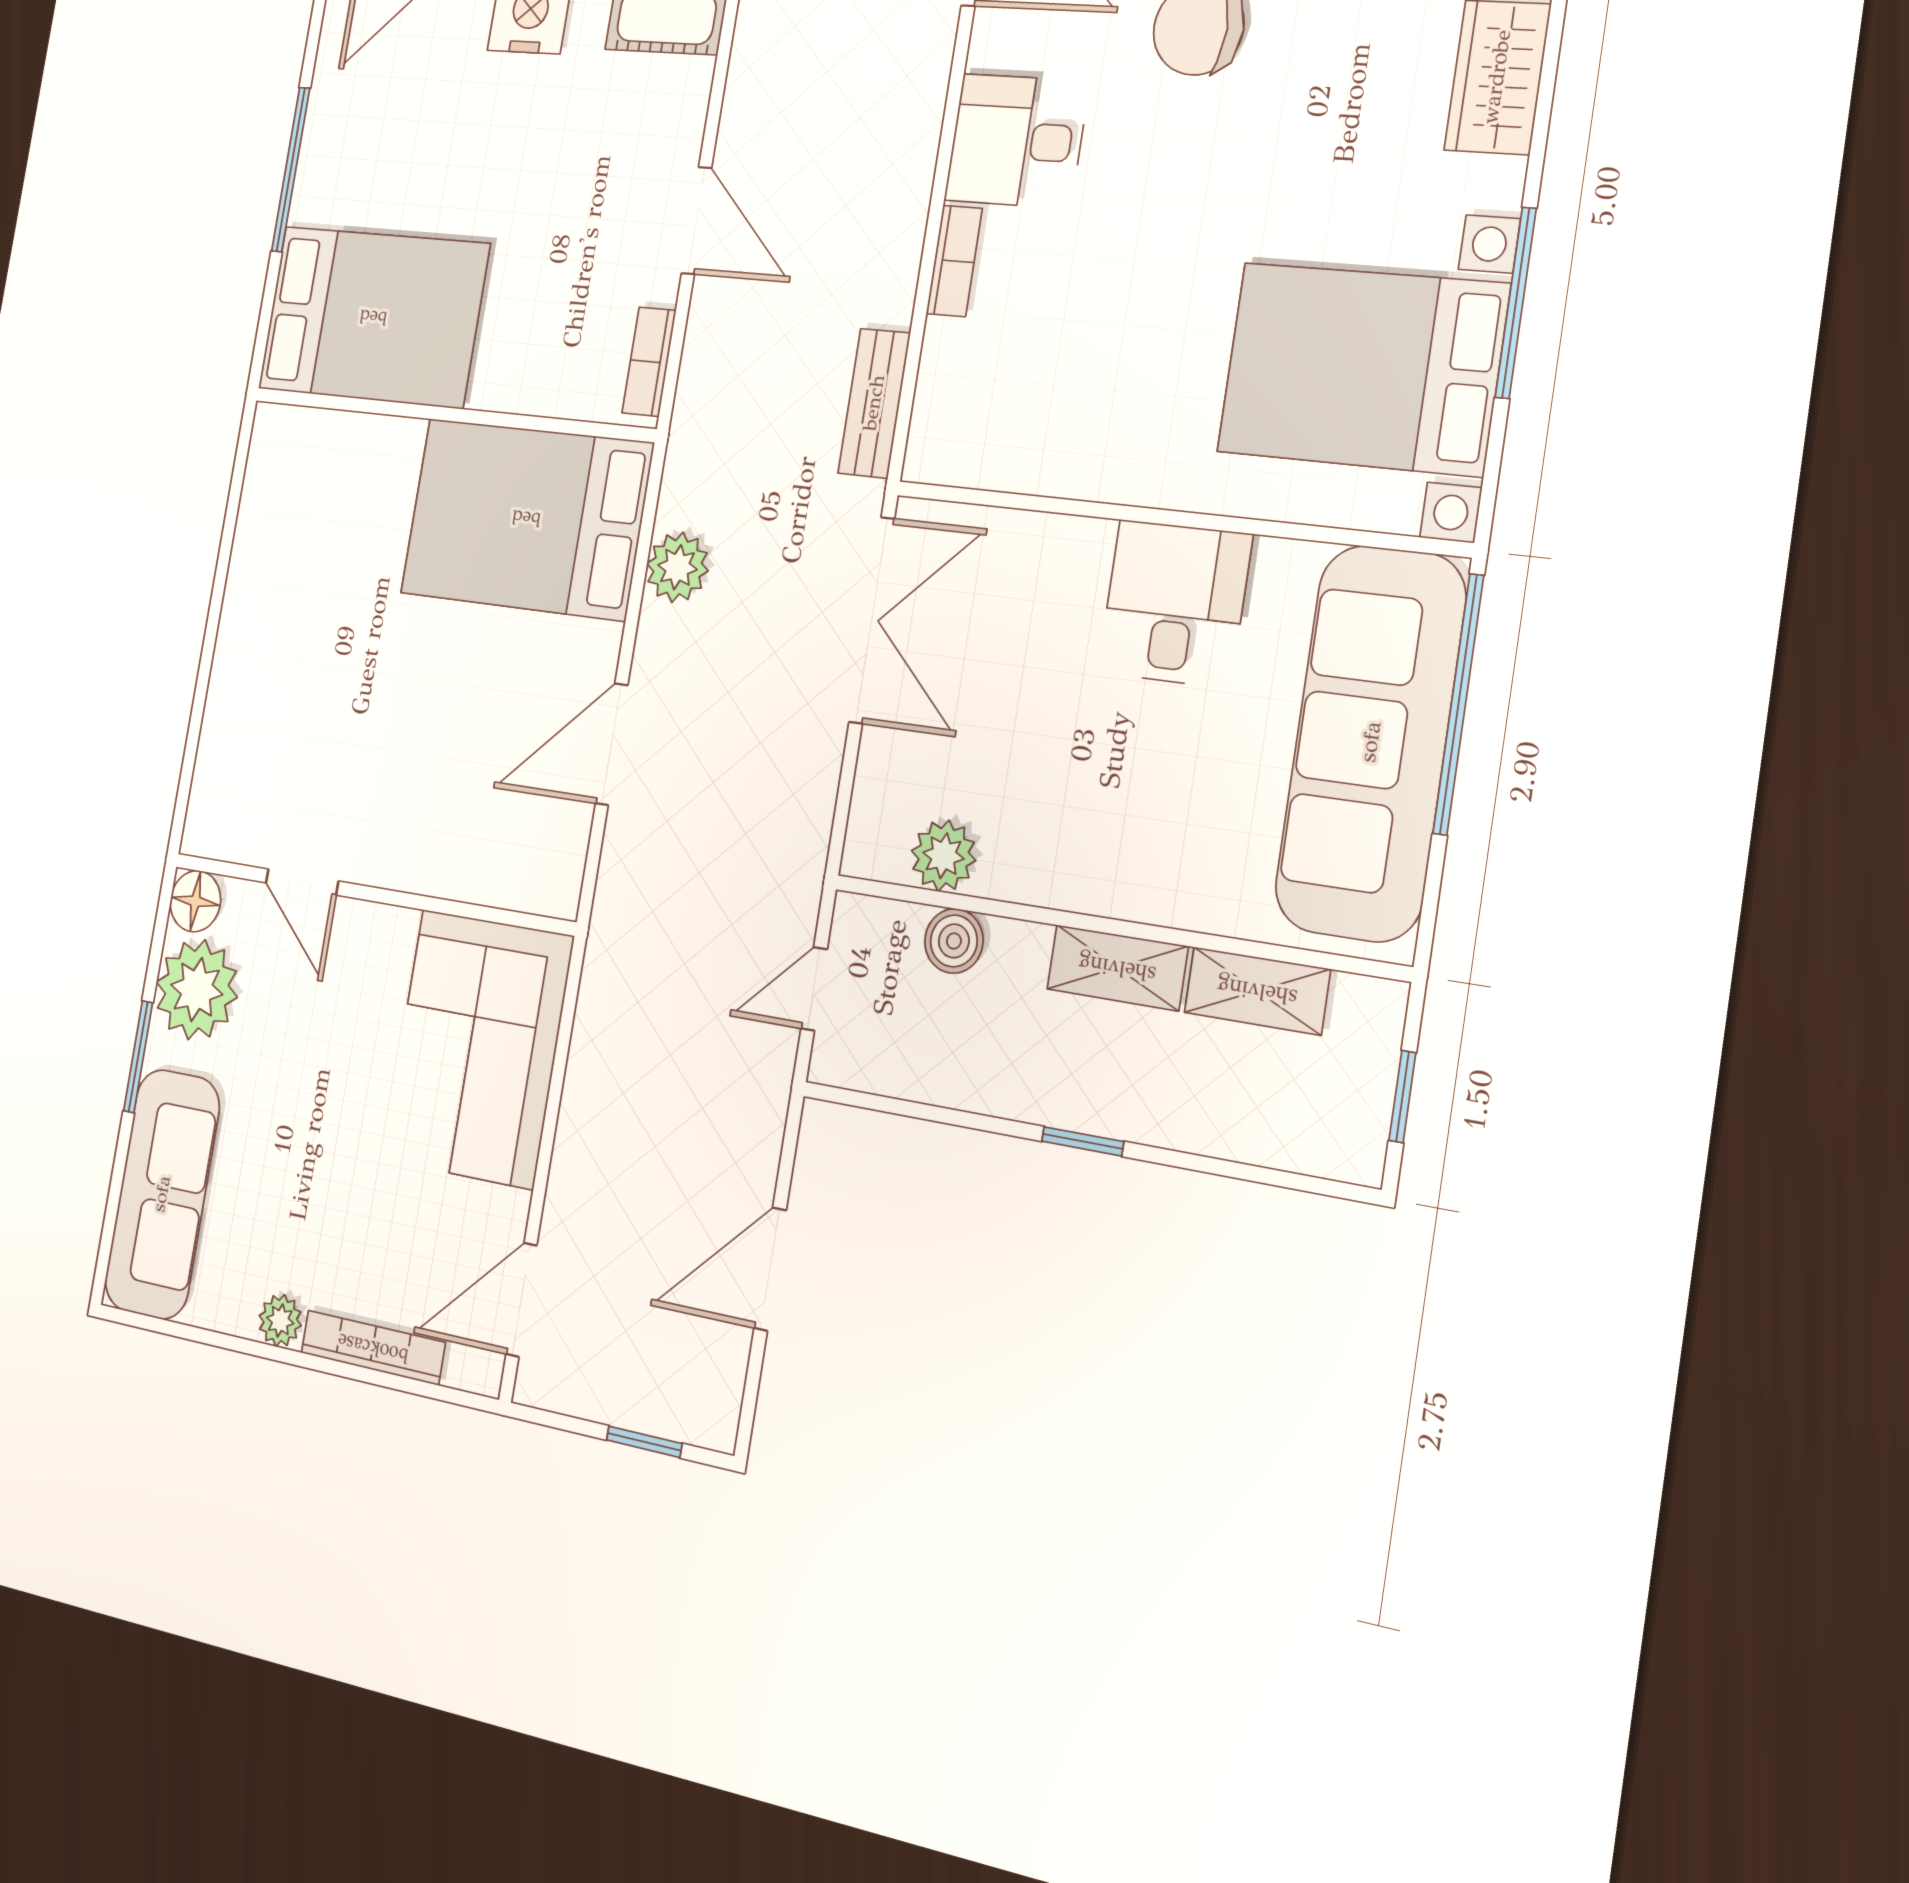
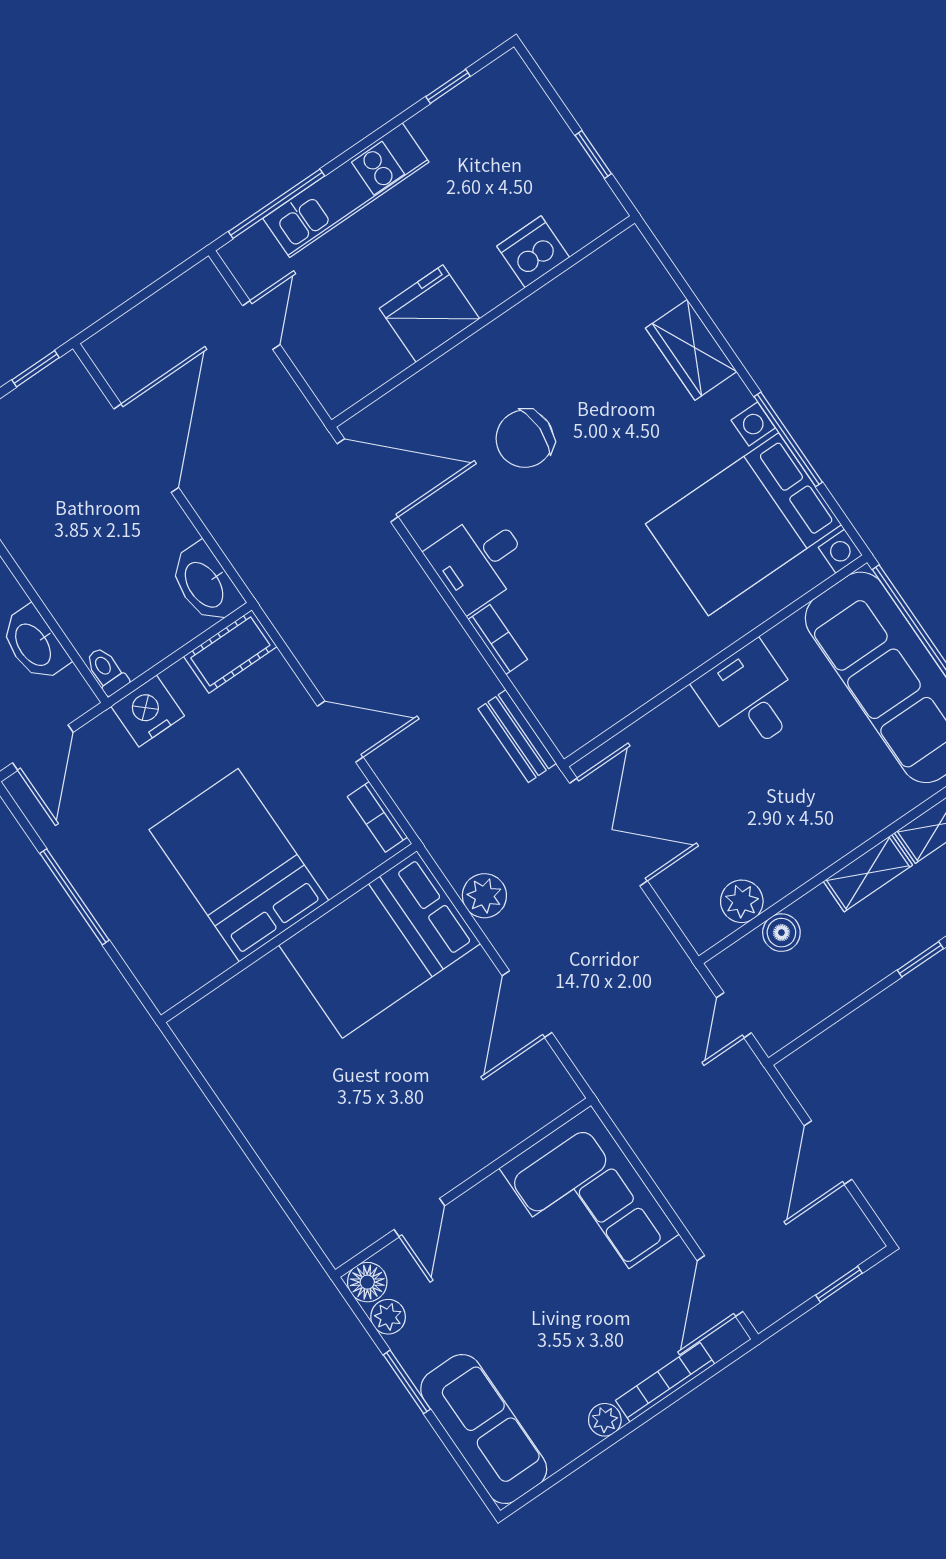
bed: (373, 317) -> (239, 865), moved, turned -90
door: (302, 882) -> (419, 1218), hinge flipped
plant: (197, 990) -> (388, 1317), width x0.53, depth x0.53

